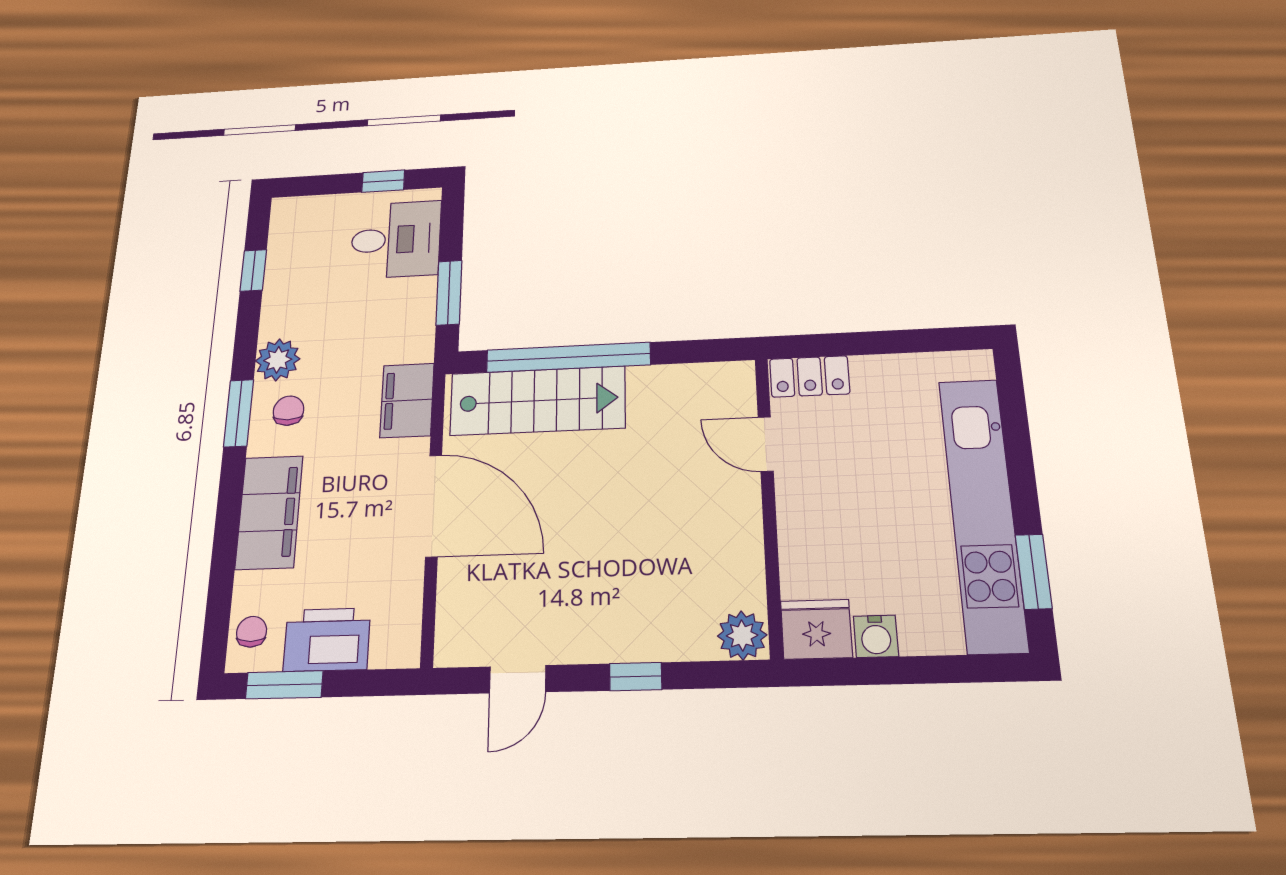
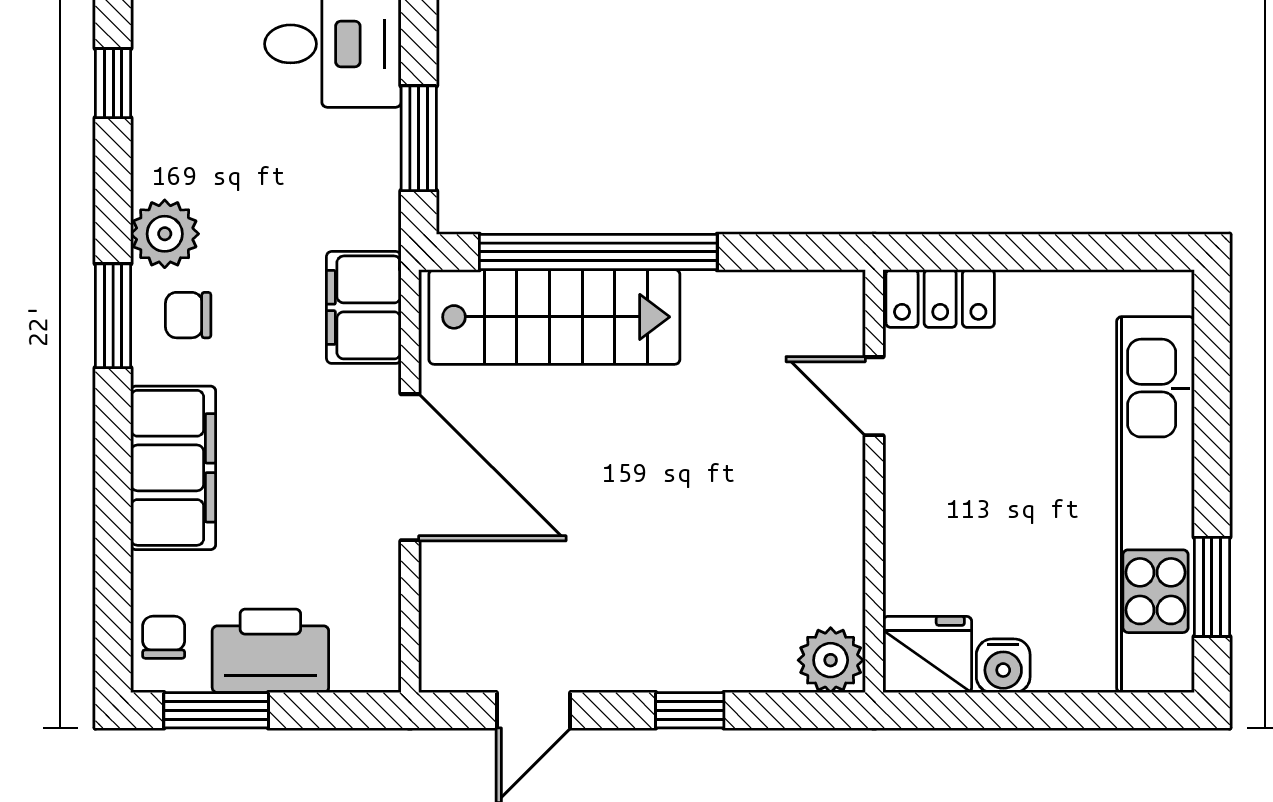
chair: (288, 411) -> (188, 315), turned -90

